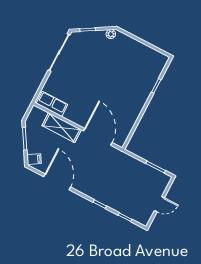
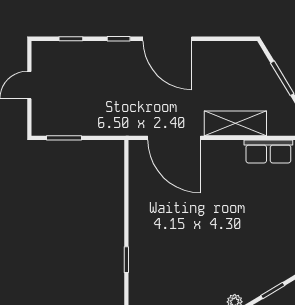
filing cabinet: (34, 159) -> (252, 55), removed
door: (57, 182) -> (167, 39), moved

